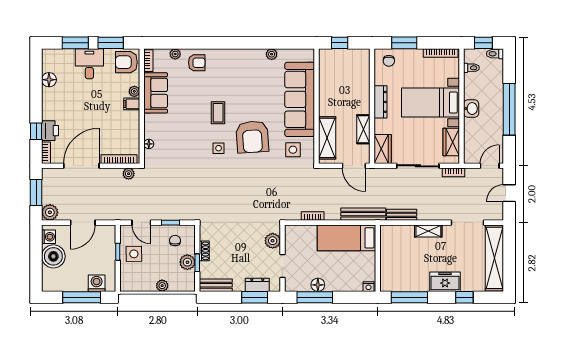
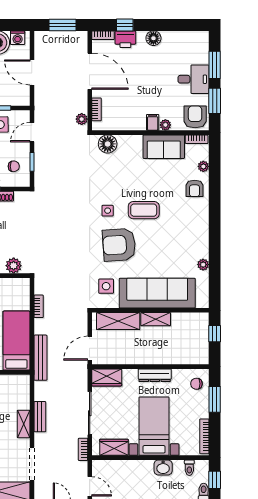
floor lamp: (49, 80) -> (153, 38), moved
washbasin: (471, 109) -> (163, 467), moved
coffee table: (218, 113) -> (144, 210), width x1.36, depth x1.30
shelving: (363, 129) -> (156, 319), moved
floor lamp: (149, 144) -> (108, 144), width x1.89, depth x1.89
bookcase: (119, 159) -> (96, 109), width x0.64
plant: (50, 212) -> (42, 39), removed
bench: (402, 215) -> (40, 417), moved

